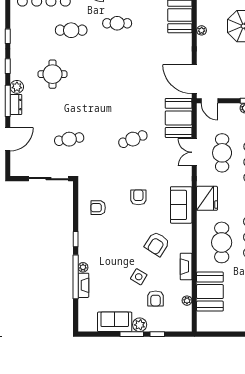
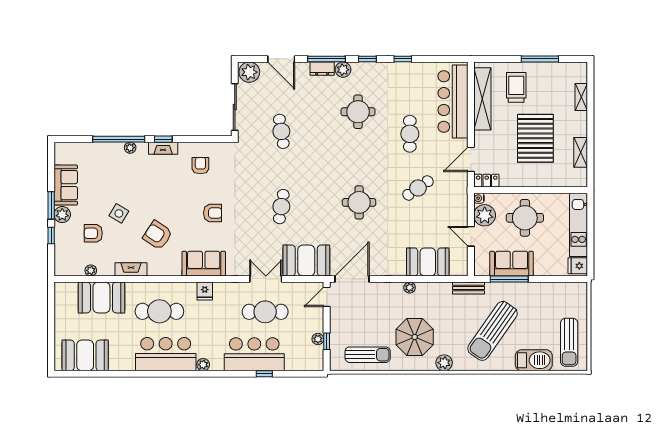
cafe table: (117, 23) -> (418, 188), turned 55
round table: (129, 73) -> (359, 202), added
cafe table: (133, 139) -> (281, 207), turned 30
plant: (19, 166) -> (249, 72), added
fridge: (207, 198) -> (205, 291), width x0.53, depth x0.75
fireplace: (83, 285) -> (163, 148), moved

